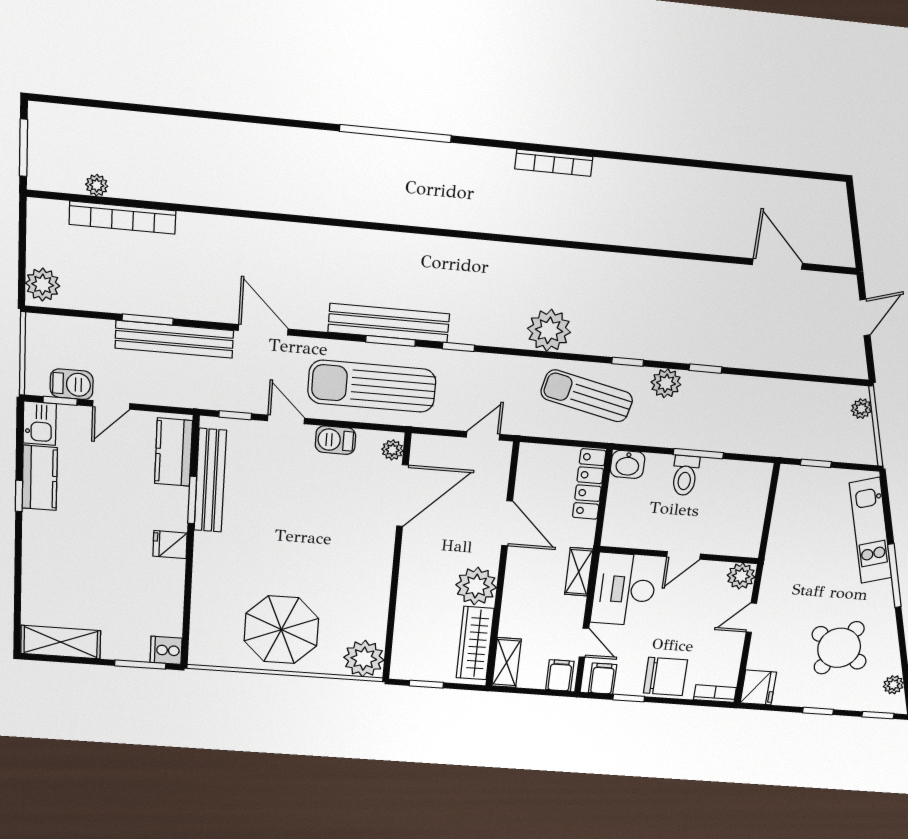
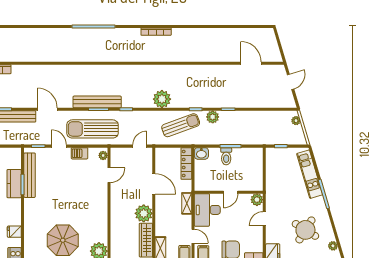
sun lounger: (587, 396) -> (181, 125), turned 147
kitchen counter: (174, 452) -> (14, 184), moved
door: (402, 496) -> (109, 175), width x0.53
fridge: (170, 545) -> (14, 232), moved

